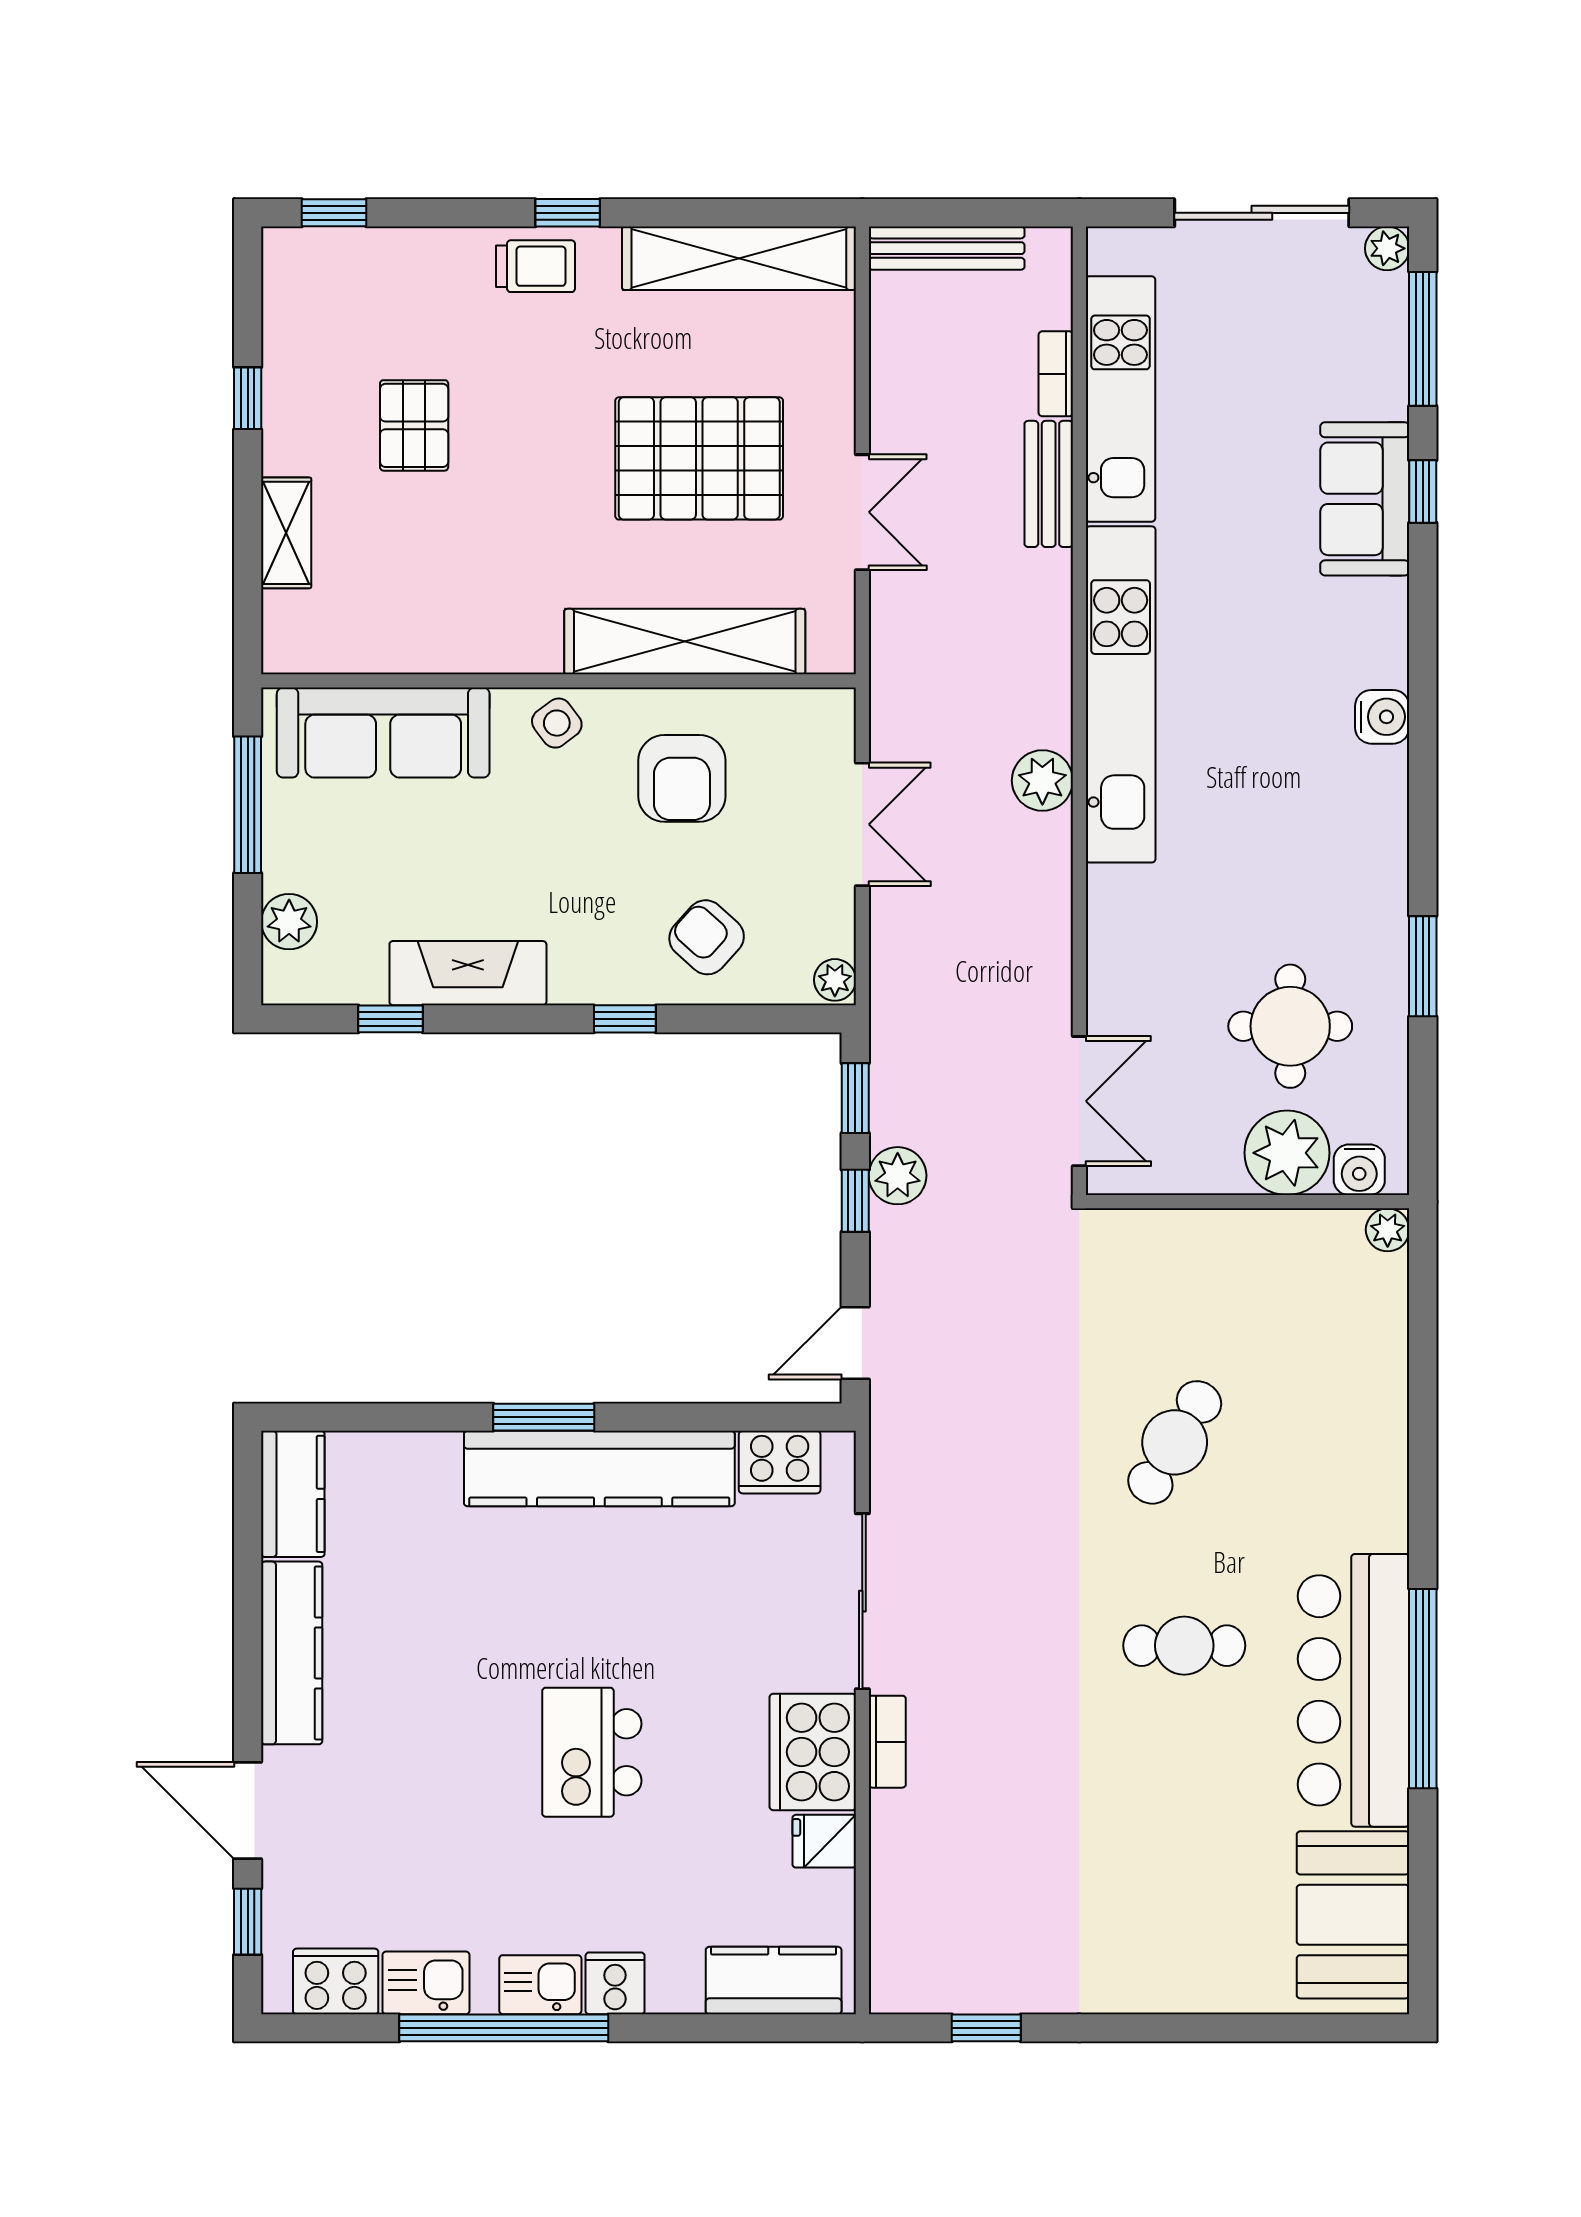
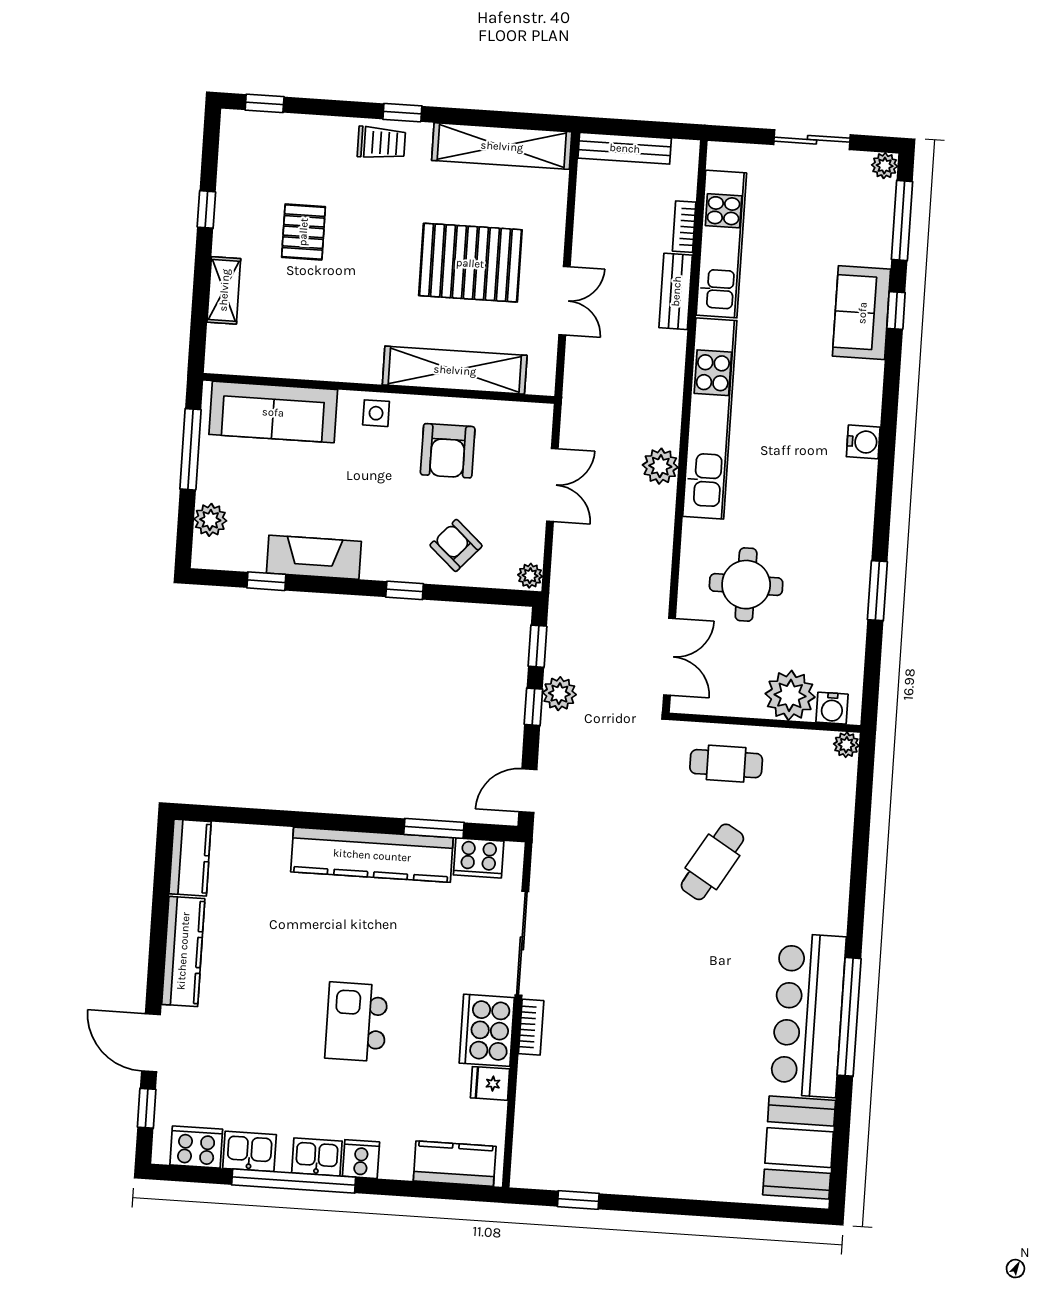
sliding door: (1262, 213) -> (812, 140), width x0.73
side table: (557, 723) -> (376, 413), turned 37
round table: (1290, 1026) -> (746, 585), moved
window: (544, 1417) -> (434, 828), moved
cafe table: (1184, 1646) -> (726, 764), moved

